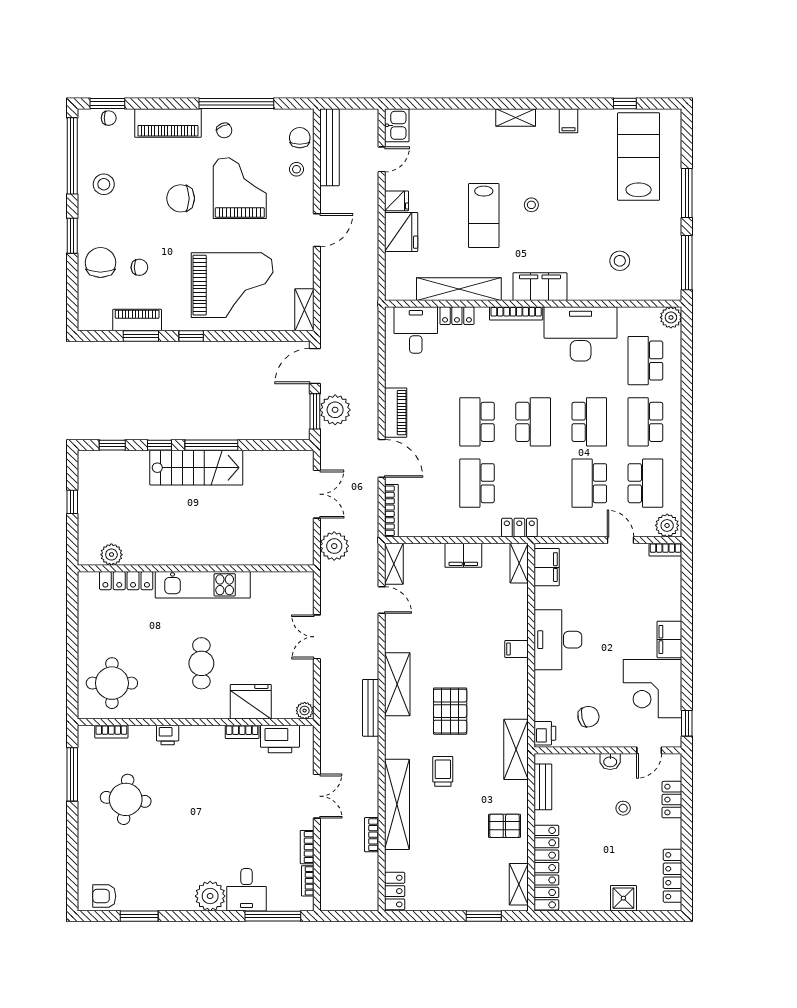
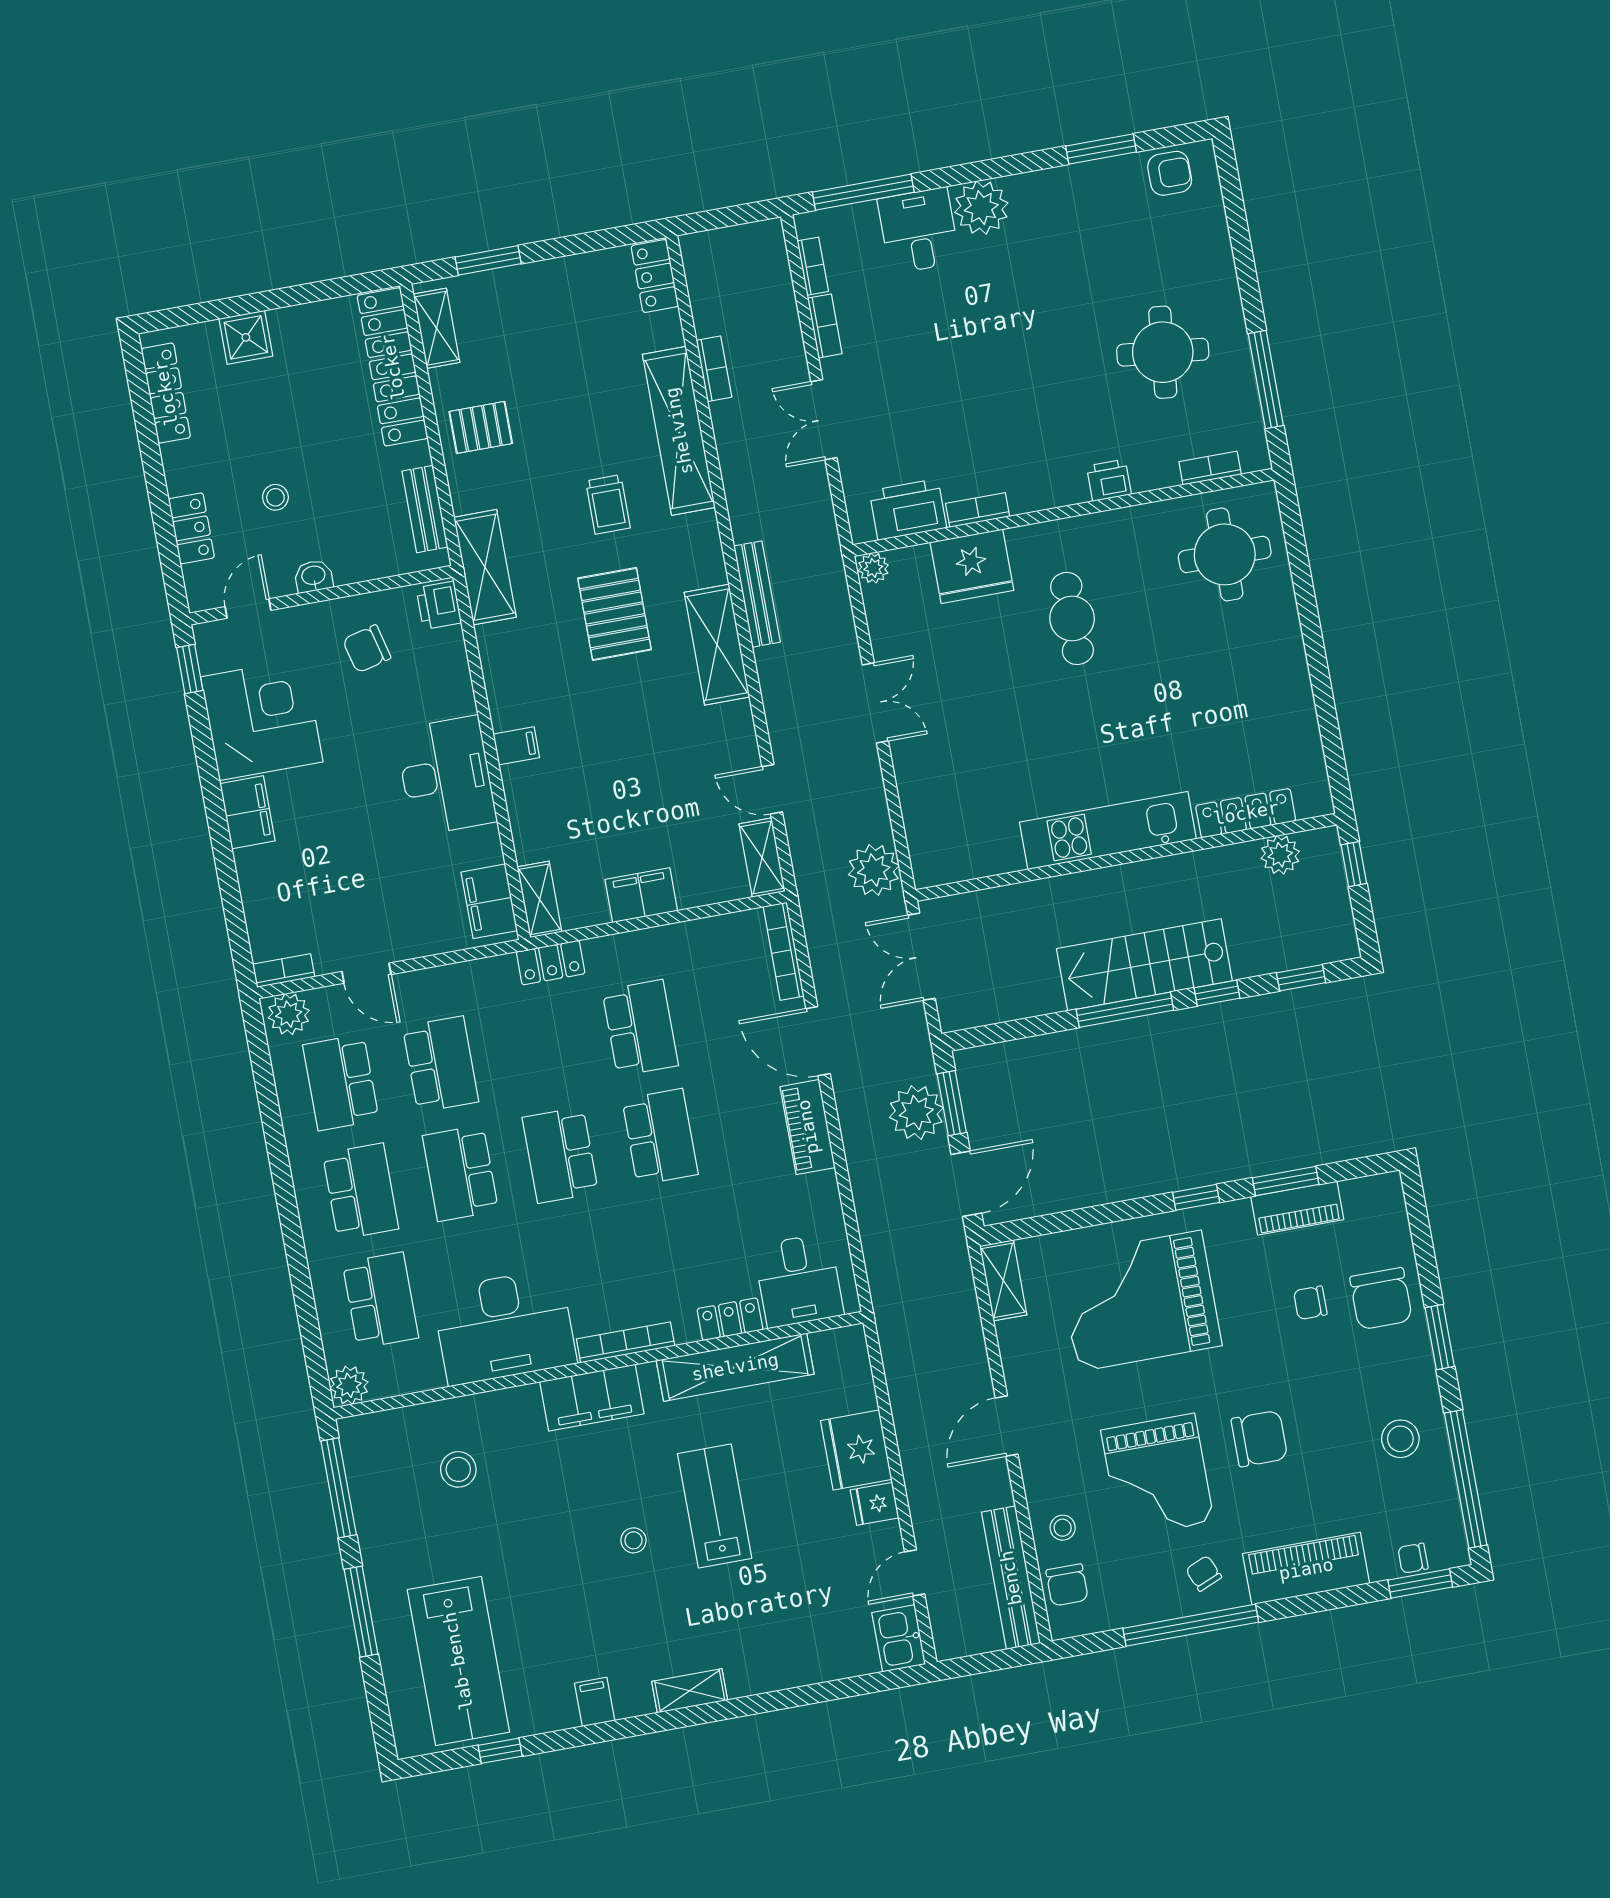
plant: (111, 555) -> (1280, 855), moved
wall: (196, 568) -> (1126, 857), moved
locker: (126, 581) -> (1246, 813), moved
kitchen unit: (203, 585) -> (1108, 830), moved

